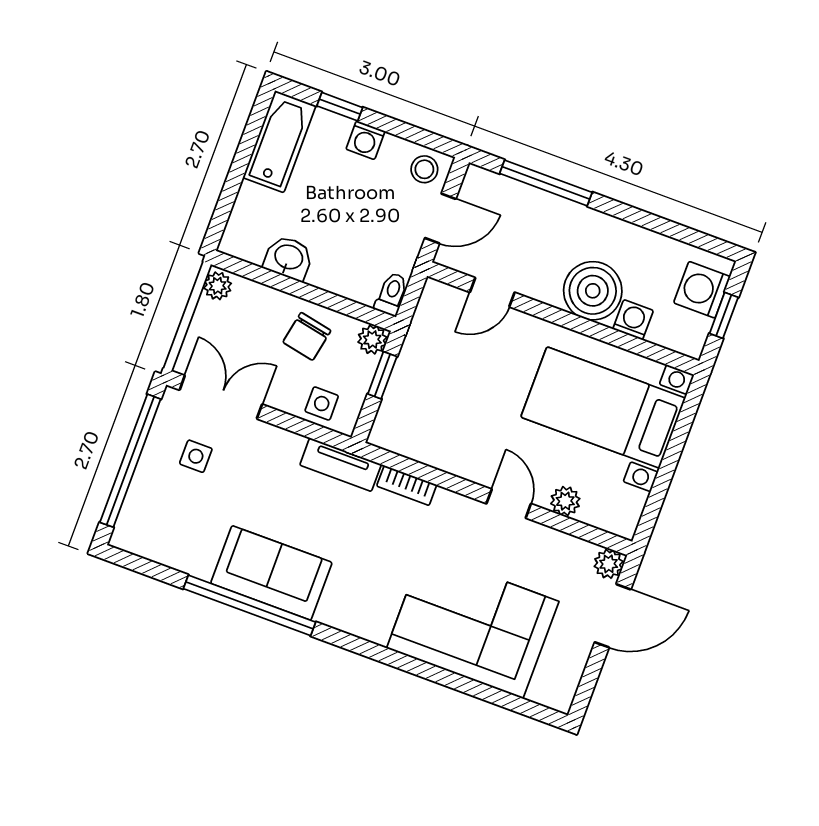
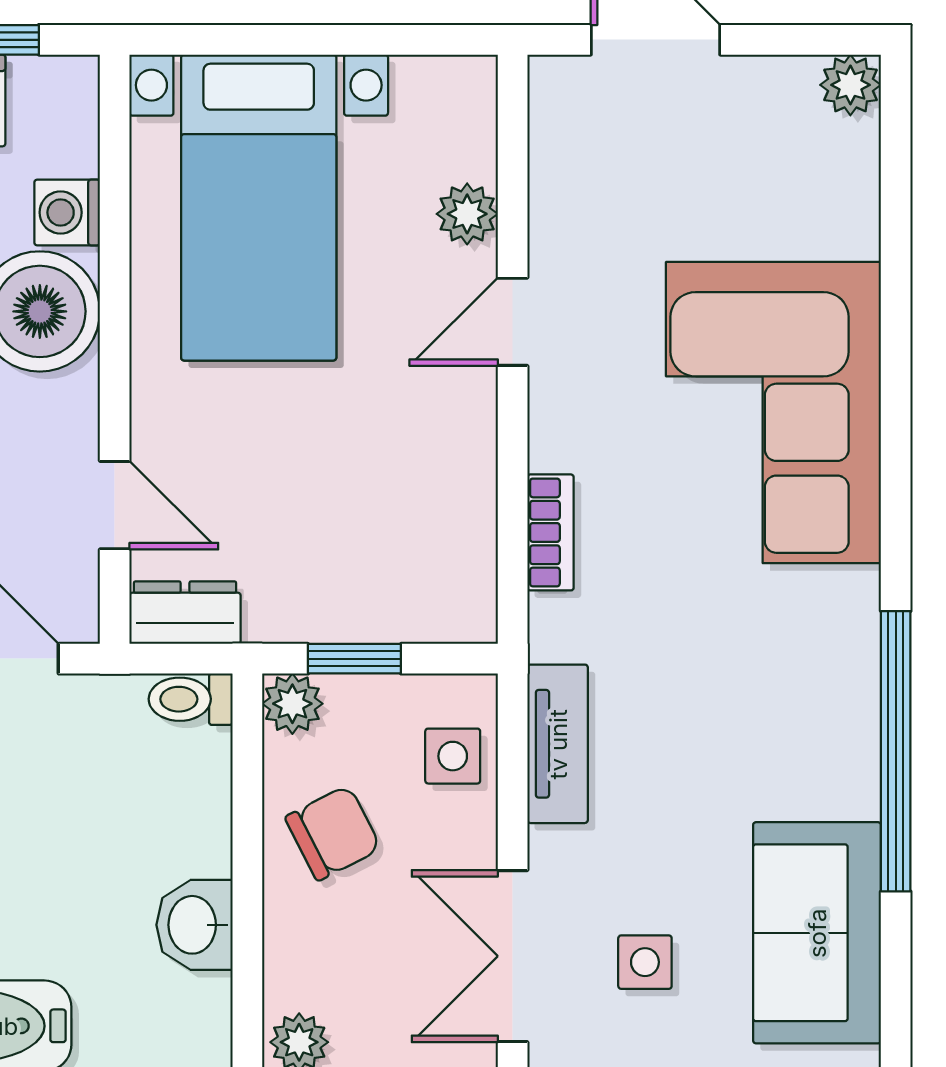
dresser: (432, 306) -> (185, 613), added
chair: (307, 336) -> (333, 833), turned -38
tv unit: (341, 465) -> (558, 744), moved
plant: (609, 564) -> (850, 85), moved
sofa: (271, 573) -> (817, 933), moved
corner sofa: (473, 625) -> (773, 413), moved

